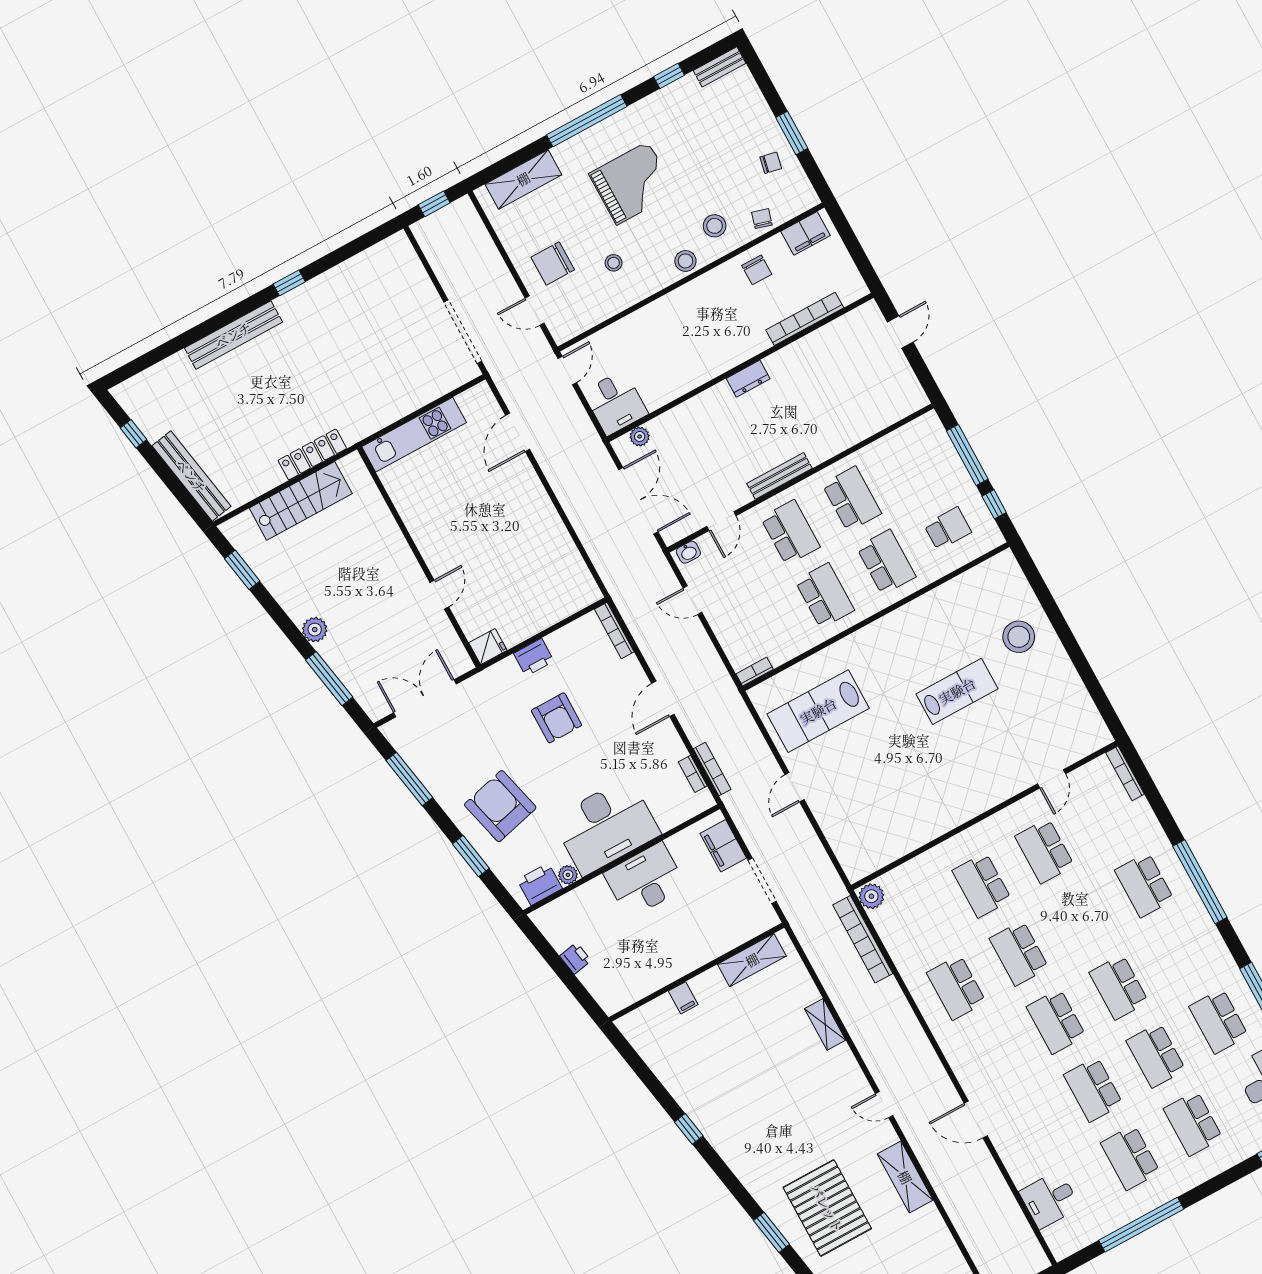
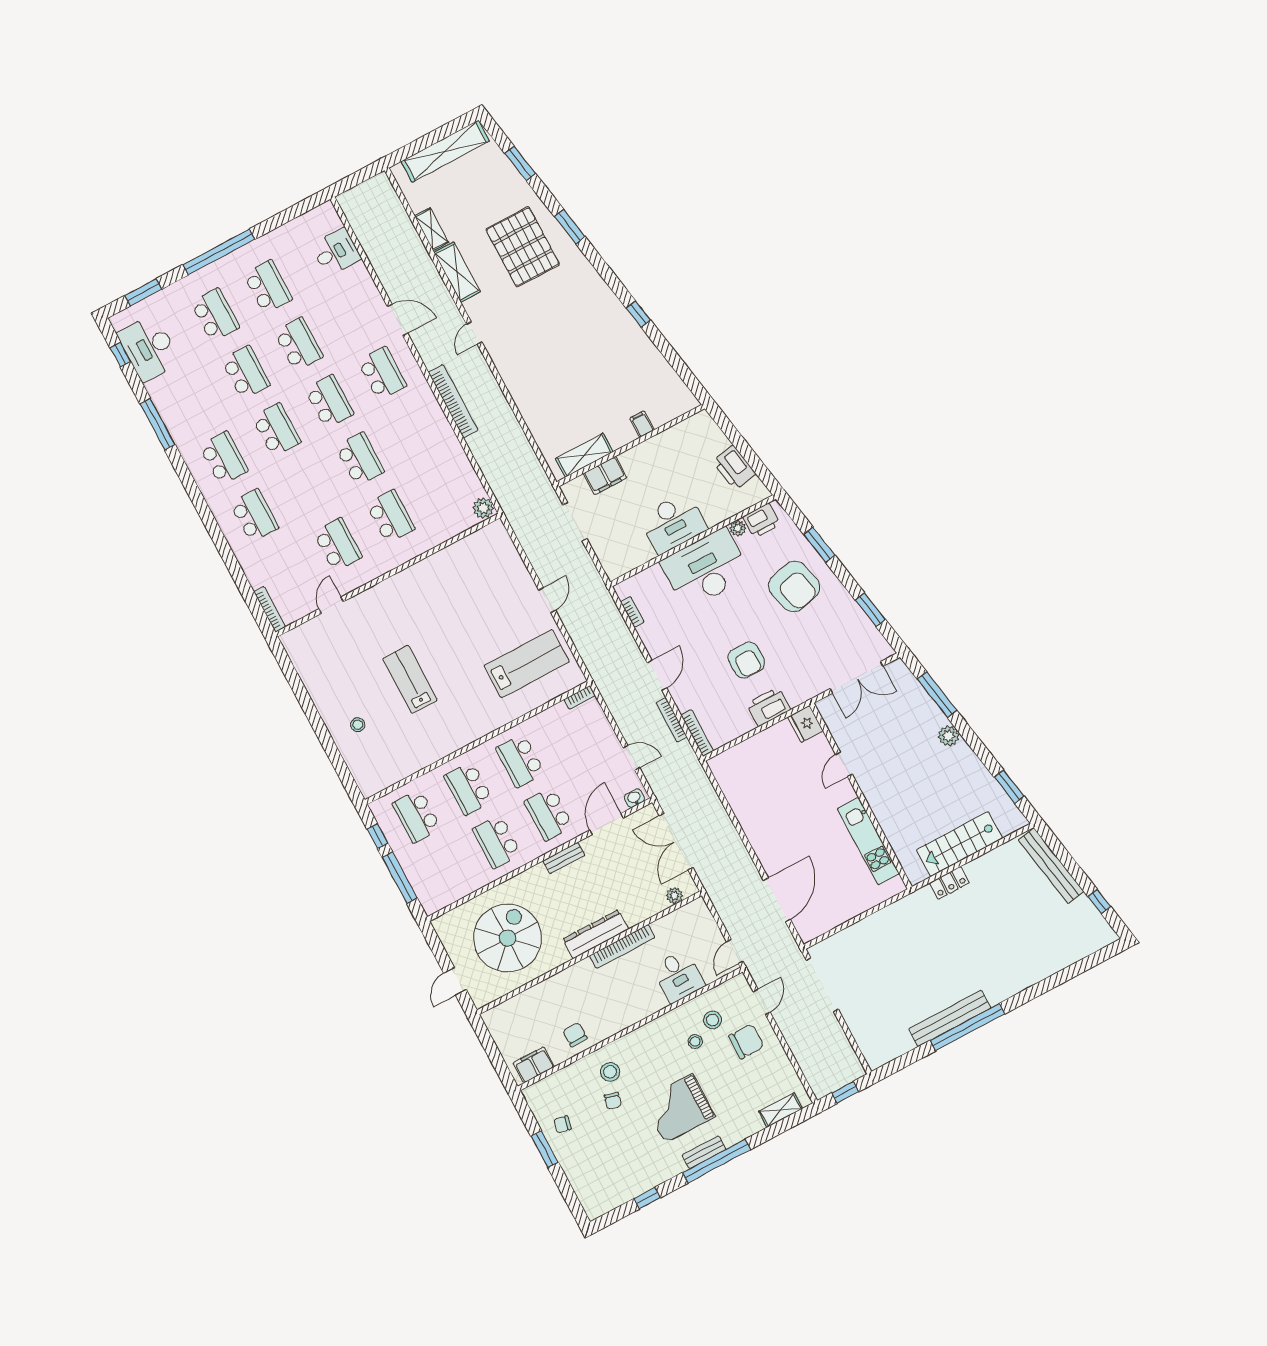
bench: (720, 67) -> (704, 1152), moved
shelving: (523, 179) -> (781, 1110), width x0.67, depth x0.75
chair: (762, 219) -> (613, 1101), moved
stool: (685, 261) -> (713, 1020), moved
window: (289, 283) -> (967, 1027), width x3.17
door: (535, 311) -> (762, 1002), hinge flipped
bookcase: (805, 319) -> (622, 947), moved
bench: (233, 335) -> (950, 1018), moved
dresser: (748, 379) -> (596, 934), width x1.96, depth x1.24
spiral stairs: (838, 384) -> (507, 938), added
desk: (615, 403) -> (678, 976), moved, turned 180
door: (518, 432) -> (777, 900), width x1.36
kitchen unit: (414, 435) -> (868, 841), moved, turned -90
locker: (312, 454) -> (949, 883), width x0.66
bench: (779, 476) -> (564, 858), width x0.73
door: (721, 521) -> (607, 824), width x1.38
school desk: (948, 529) -> (417, 816), width x1.85
stool: (1019, 637) -> (358, 725), width x0.53, depth x0.53
fridge: (488, 647) -> (805, 724), width x1.38
printer: (534, 657) -> (768, 707), width x1.37, depth x1.19
lab bench: (957, 691) -> (410, 679), turned 90
armchair: (556, 718) -> (746, 660), turned 180
bookcase: (712, 769) -> (672, 720), moved
window: (409, 779) -> (870, 610), width x0.69
filing cabinet: (723, 846) -> (605, 476), moved, turned 90
window: (1200, 882) -> (207, 518), removed
bookcase: (863, 939) -> (453, 401), moved
printer: (575, 958) -> (734, 468), width x1.87, depth x1.48
school desk: (956, 987) -> (382, 373), moved
school desk: (1219, 1021) -> (224, 458), moved
shelving: (825, 1024) -> (432, 229), moved
door: (884, 1105) -> (474, 333), swing flipped
window: (1141, 1225) -> (219, 252), moved

